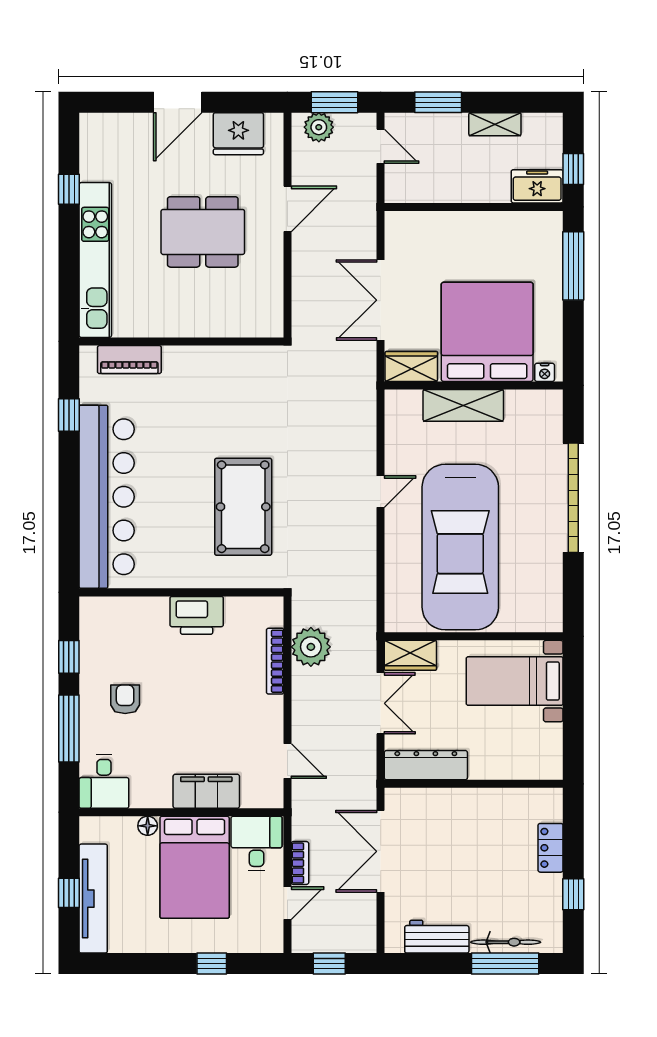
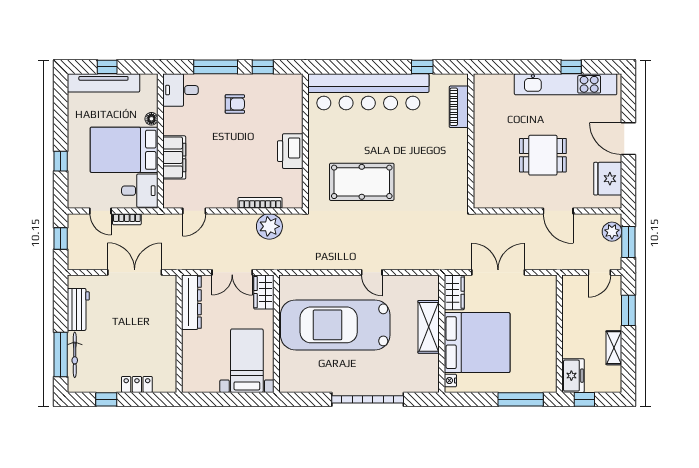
dining table: (203, 232) -> (543, 155), width x0.73
kitchen unit: (95, 260) -> (566, 84), moved

